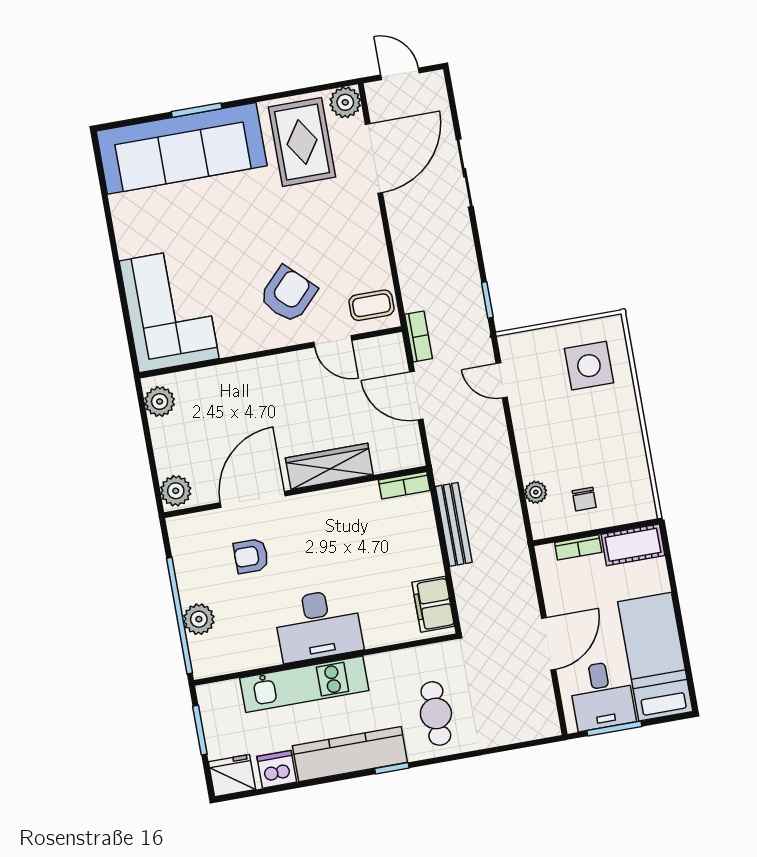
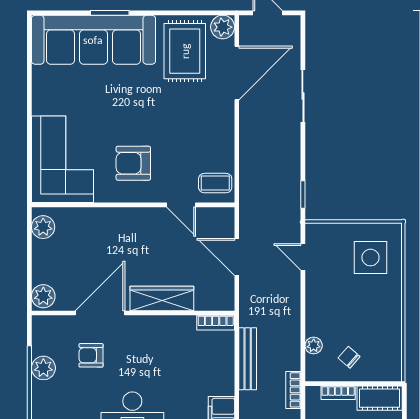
armchair: (288, 294) -> (133, 163), moved, turned -134
bookcase: (419, 336) -> (293, 390), moved, turned 180
chair: (584, 499) -> (349, 357), turned 131
plant: (199, 619) -> (43, 368), moved

